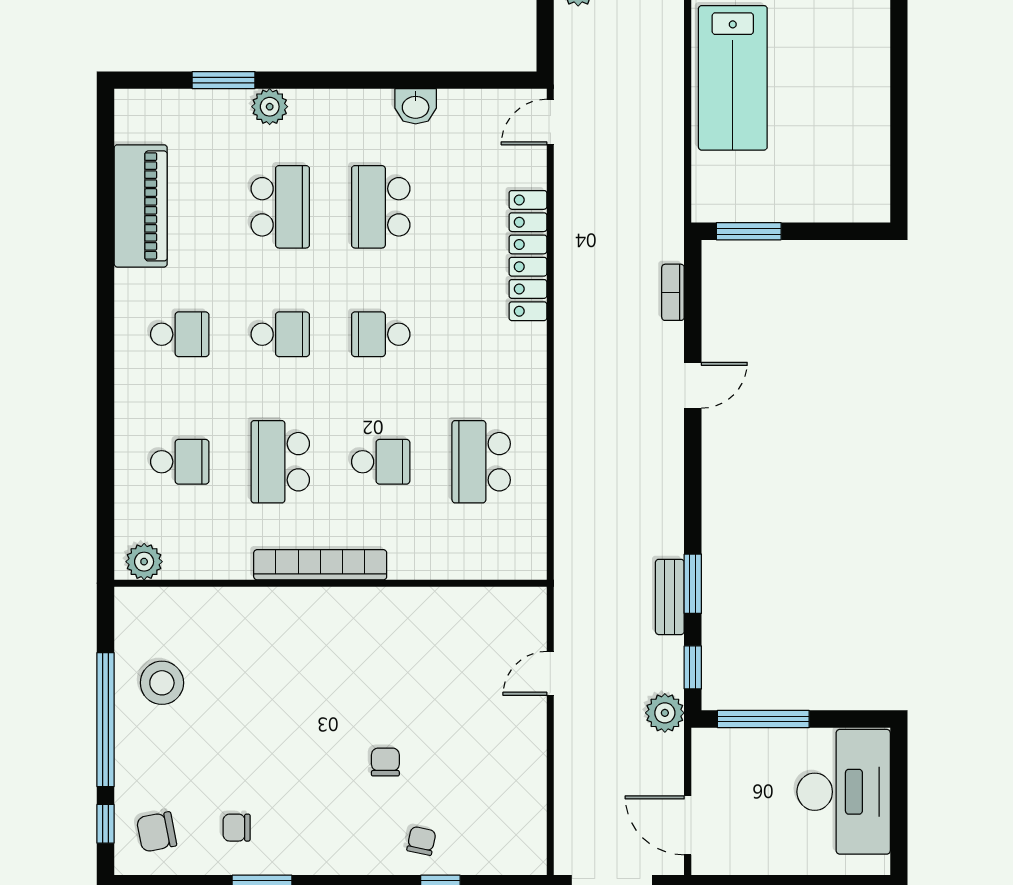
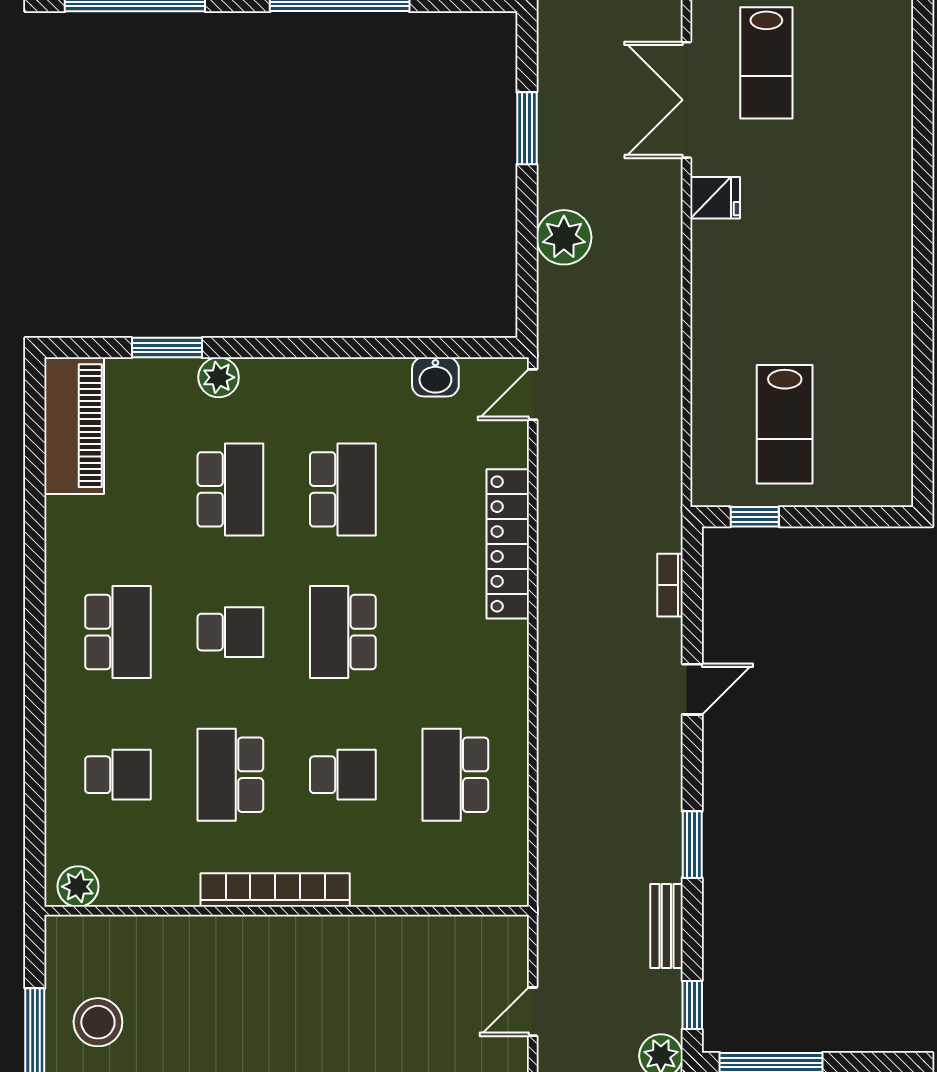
lab bench: (733, 78) -> (785, 424), moved, width x0.73, depth x0.72
washbasin: (416, 106) -> (435, 377), moved
piano: (141, 206) -> (74, 426), moved
school desk: (381, 207) -> (343, 489), turned 180
window: (749, 231) -> (755, 517), width x0.67
school desk: (180, 334) -> (118, 632), width x1.85
school desk: (381, 334) -> (343, 632), width x1.85
window: (693, 584) -> (692, 845), moved

